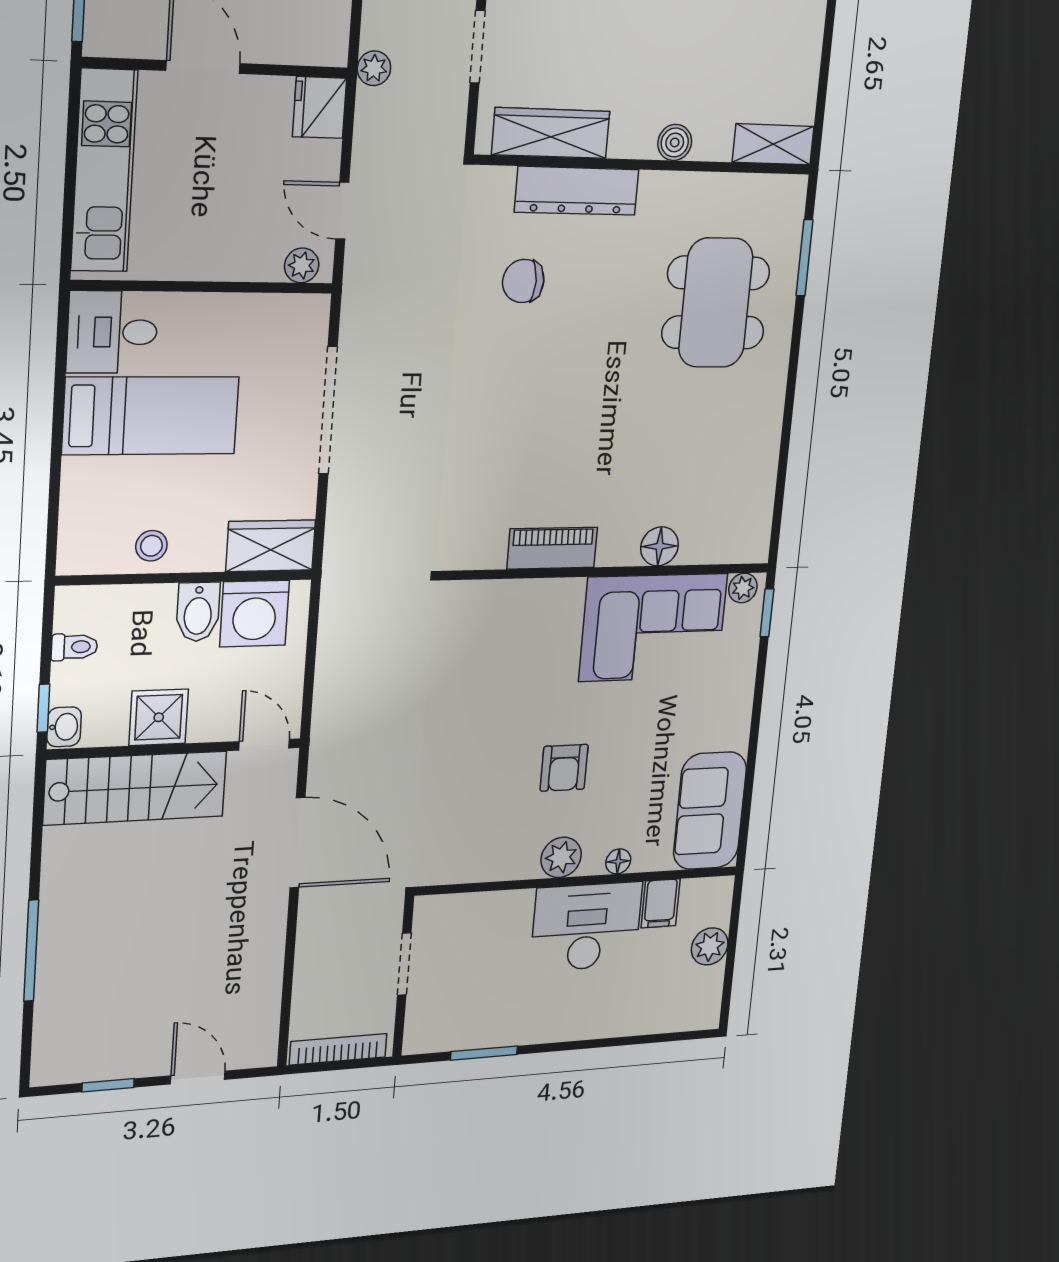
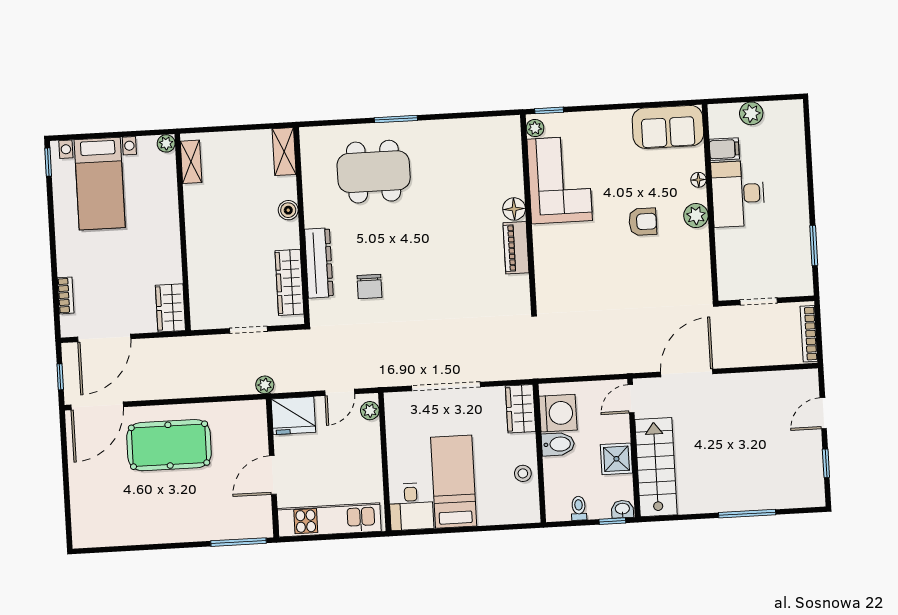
fridge: (320, 107) -> (293, 416), width x1.36, depth x1.34
window: (805, 258) -> (396, 119), moved
floor lamp: (660, 546) -> (514, 209), moved

